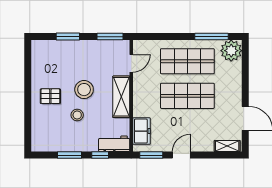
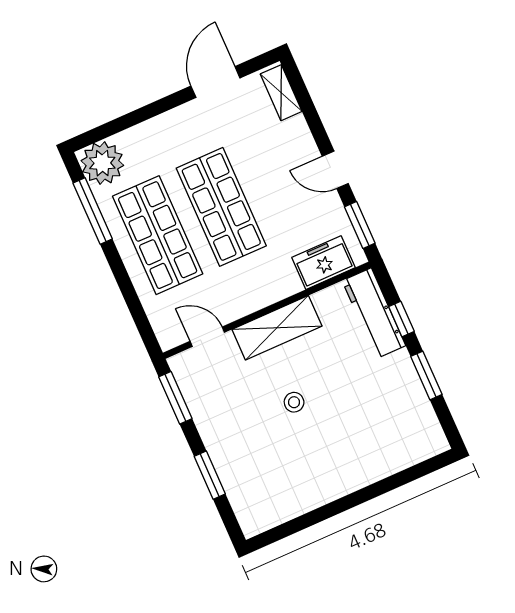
stool: (84, 90) -> (294, 402), width x0.53, depth x0.53
pallet: (50, 96) -> (334, 459), removed
stool: (77, 115) -> (346, 394), removed
workbench: (114, 144) -> (374, 313), width x1.38

